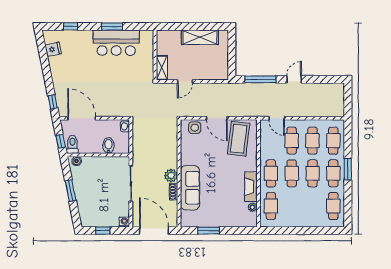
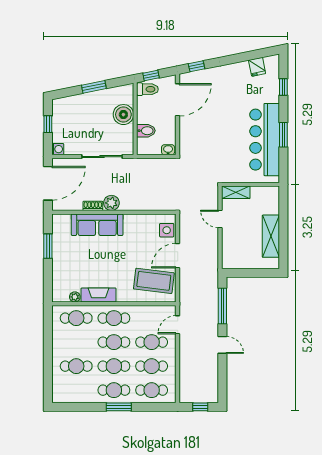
bar counter: (116, 43) -> (265, 140), width x1.36
window: (348, 99) -> (200, 407), added
boiler: (77, 161) -> (123, 115), moved, width x1.86, depth x1.86
cafe table: (333, 206) -> (76, 366), moved

